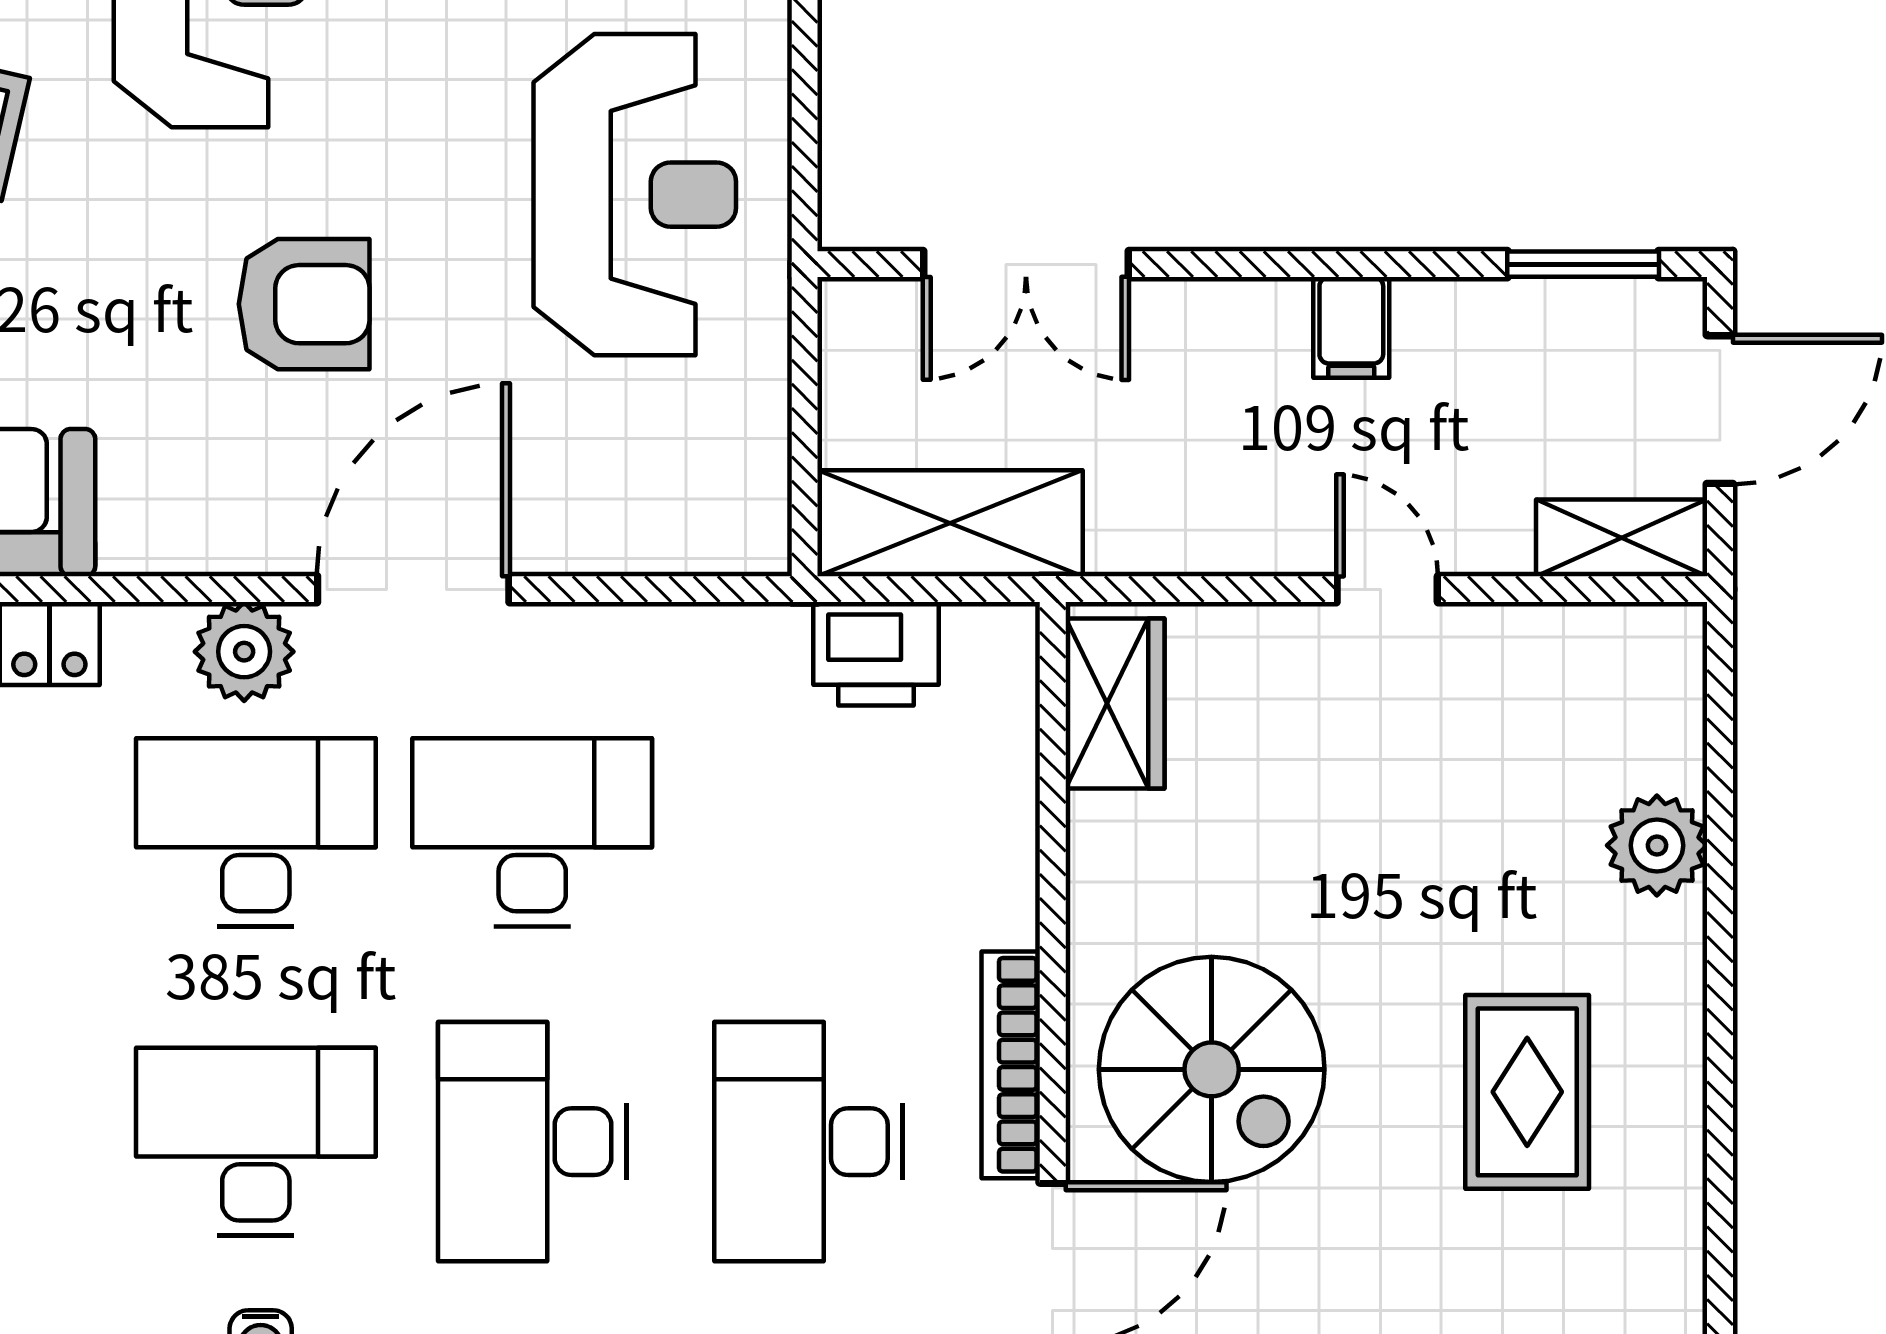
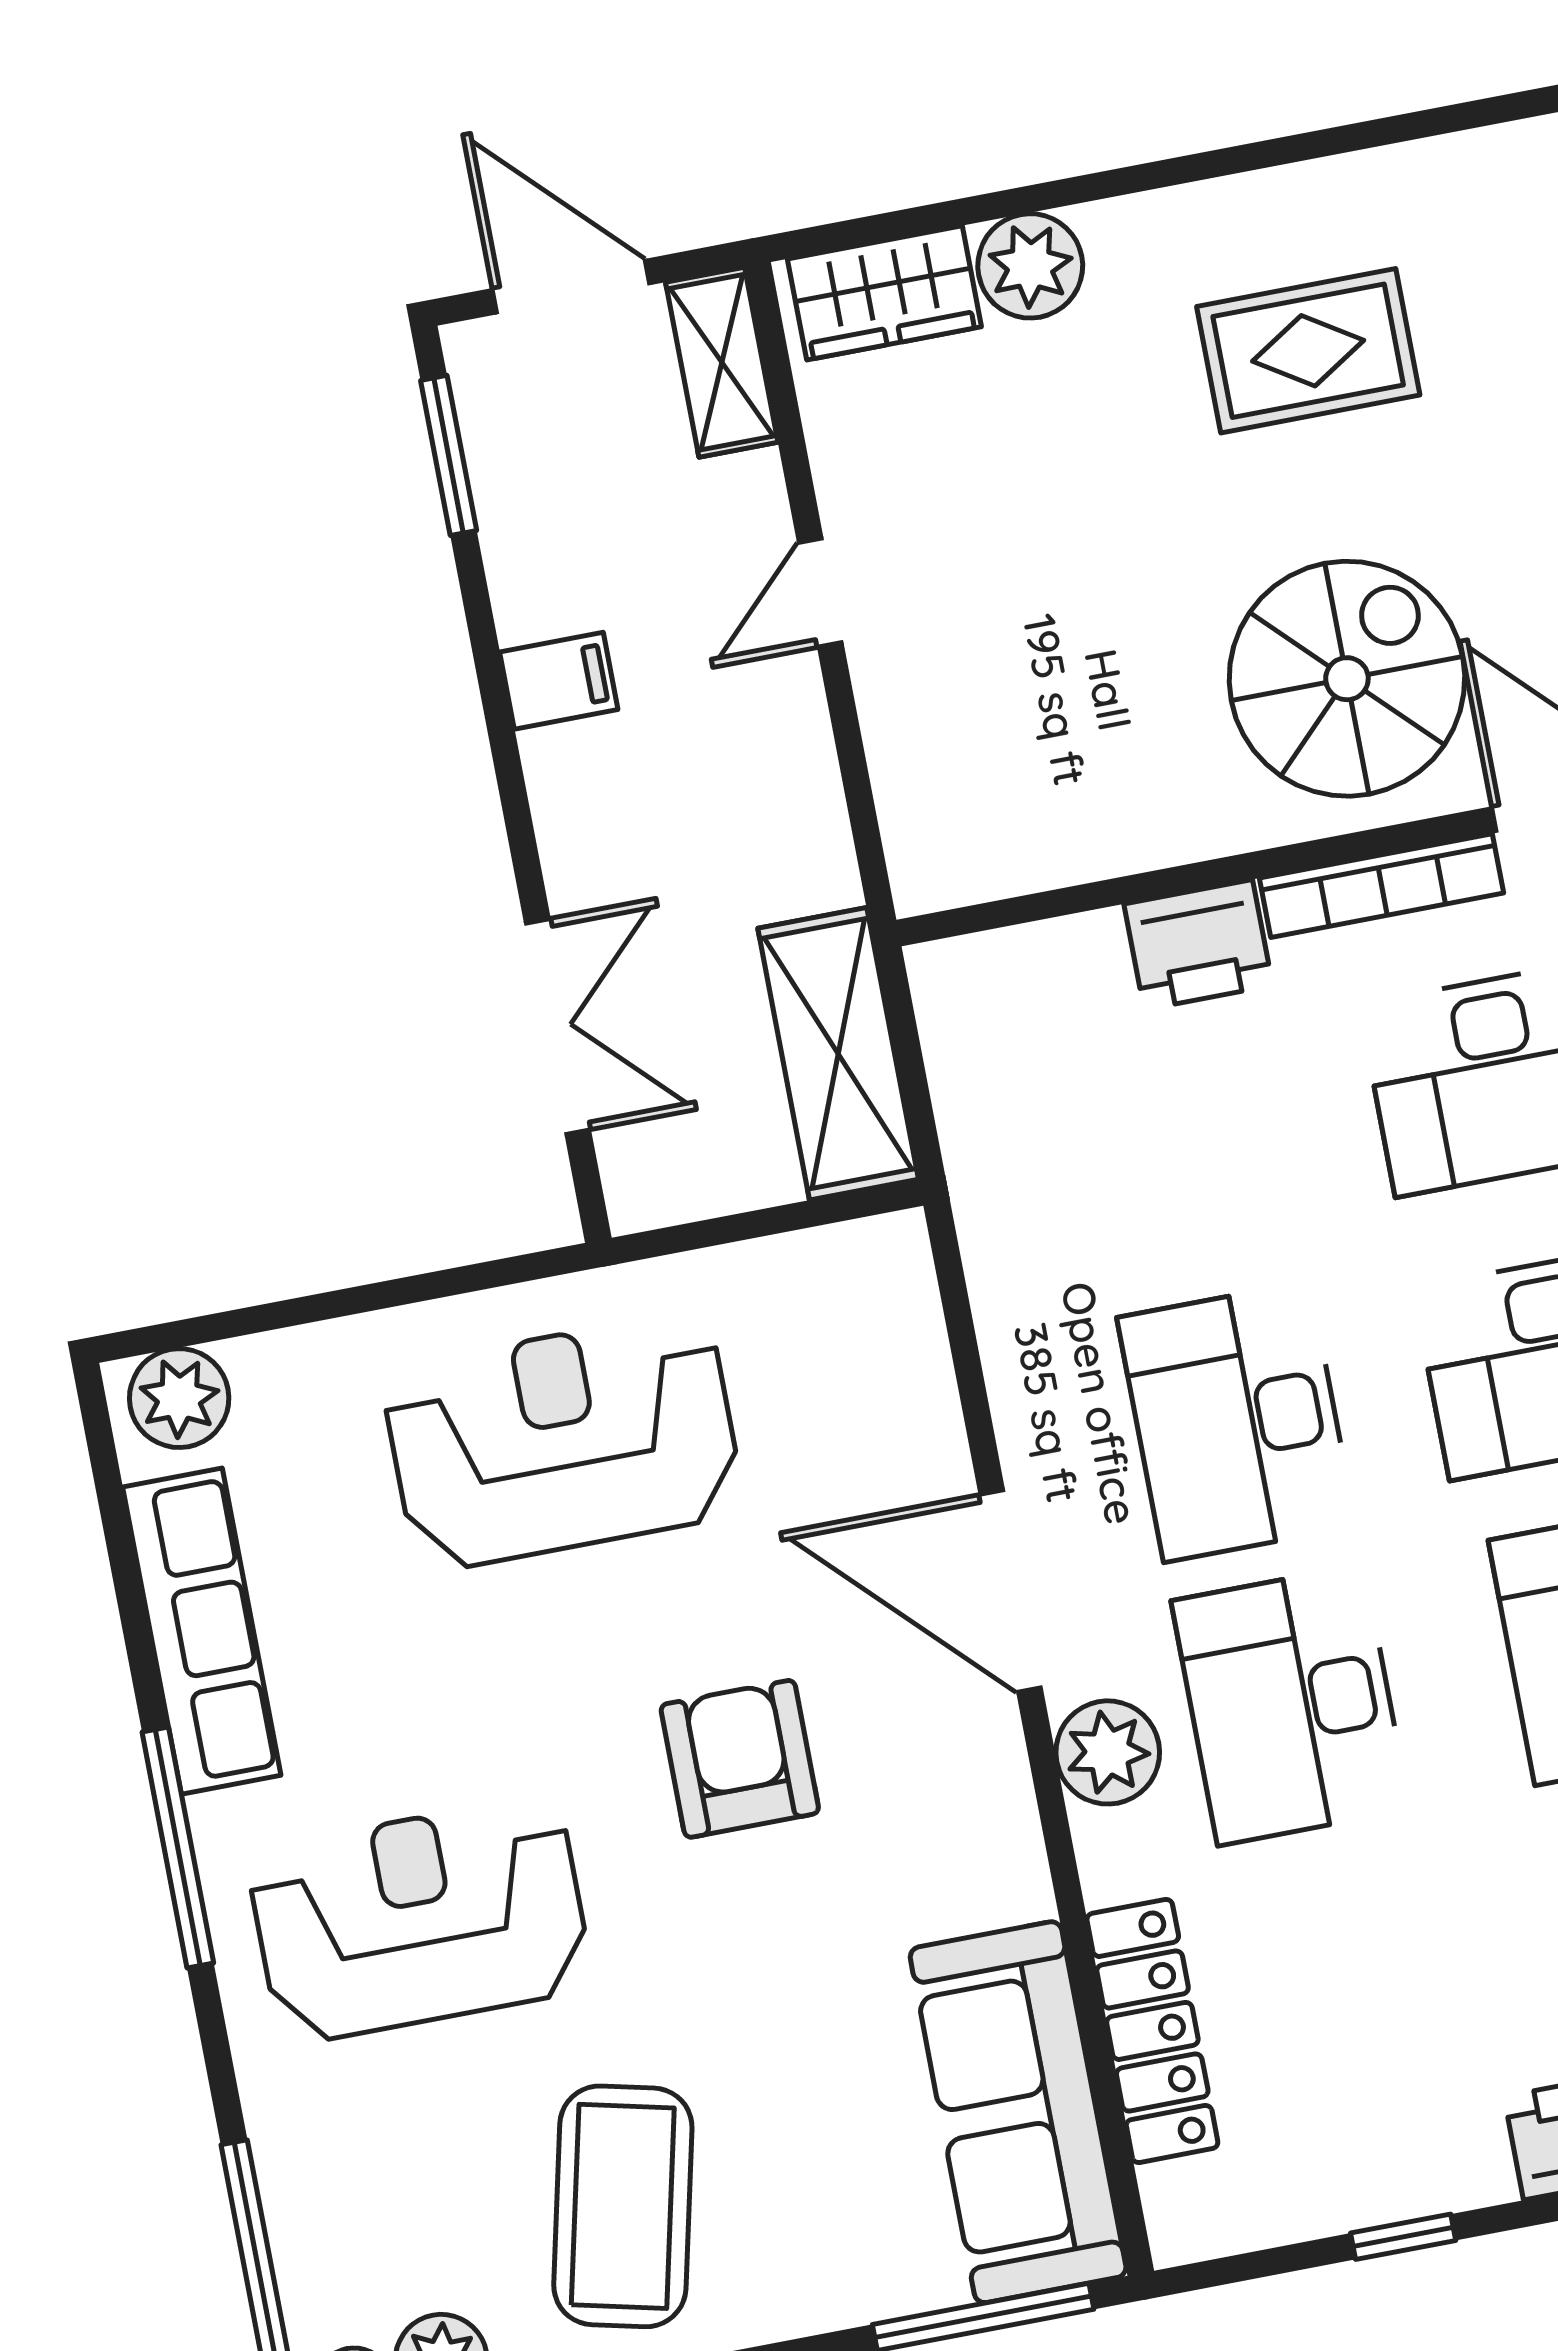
printer: (876, 654) -> (1198, 945), moved, turned 90
wardrobe: (1115, 704) -> (884, 293), moved, turned 180

